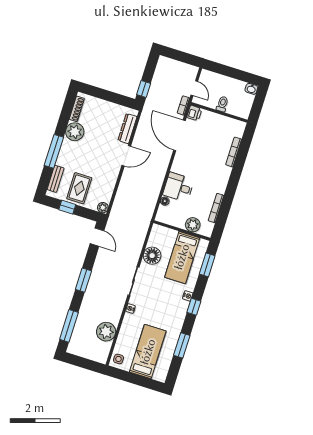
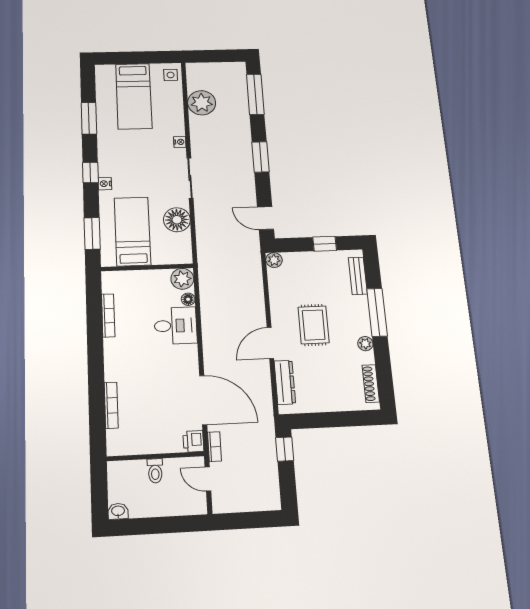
plant: (75, 132) -> (365, 344), width x0.53, depth x0.53
rug: (79, 188) -> (314, 325), moved
plant: (193, 225) -> (182, 279), moved

